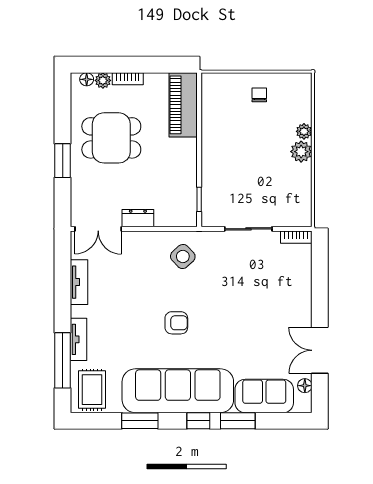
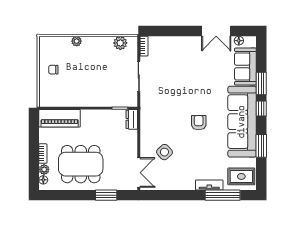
dining table: (111, 138) -> (81, 164), width x1.38
plant: (301, 152) -> (120, 43), moved
window: (63, 161) -> (106, 195), moved
dresser: (138, 218) -> (132, 119), moved
side table: (183, 256) -> (164, 152), moved
tv unit: (79, 282) -> (173, 185), removed

